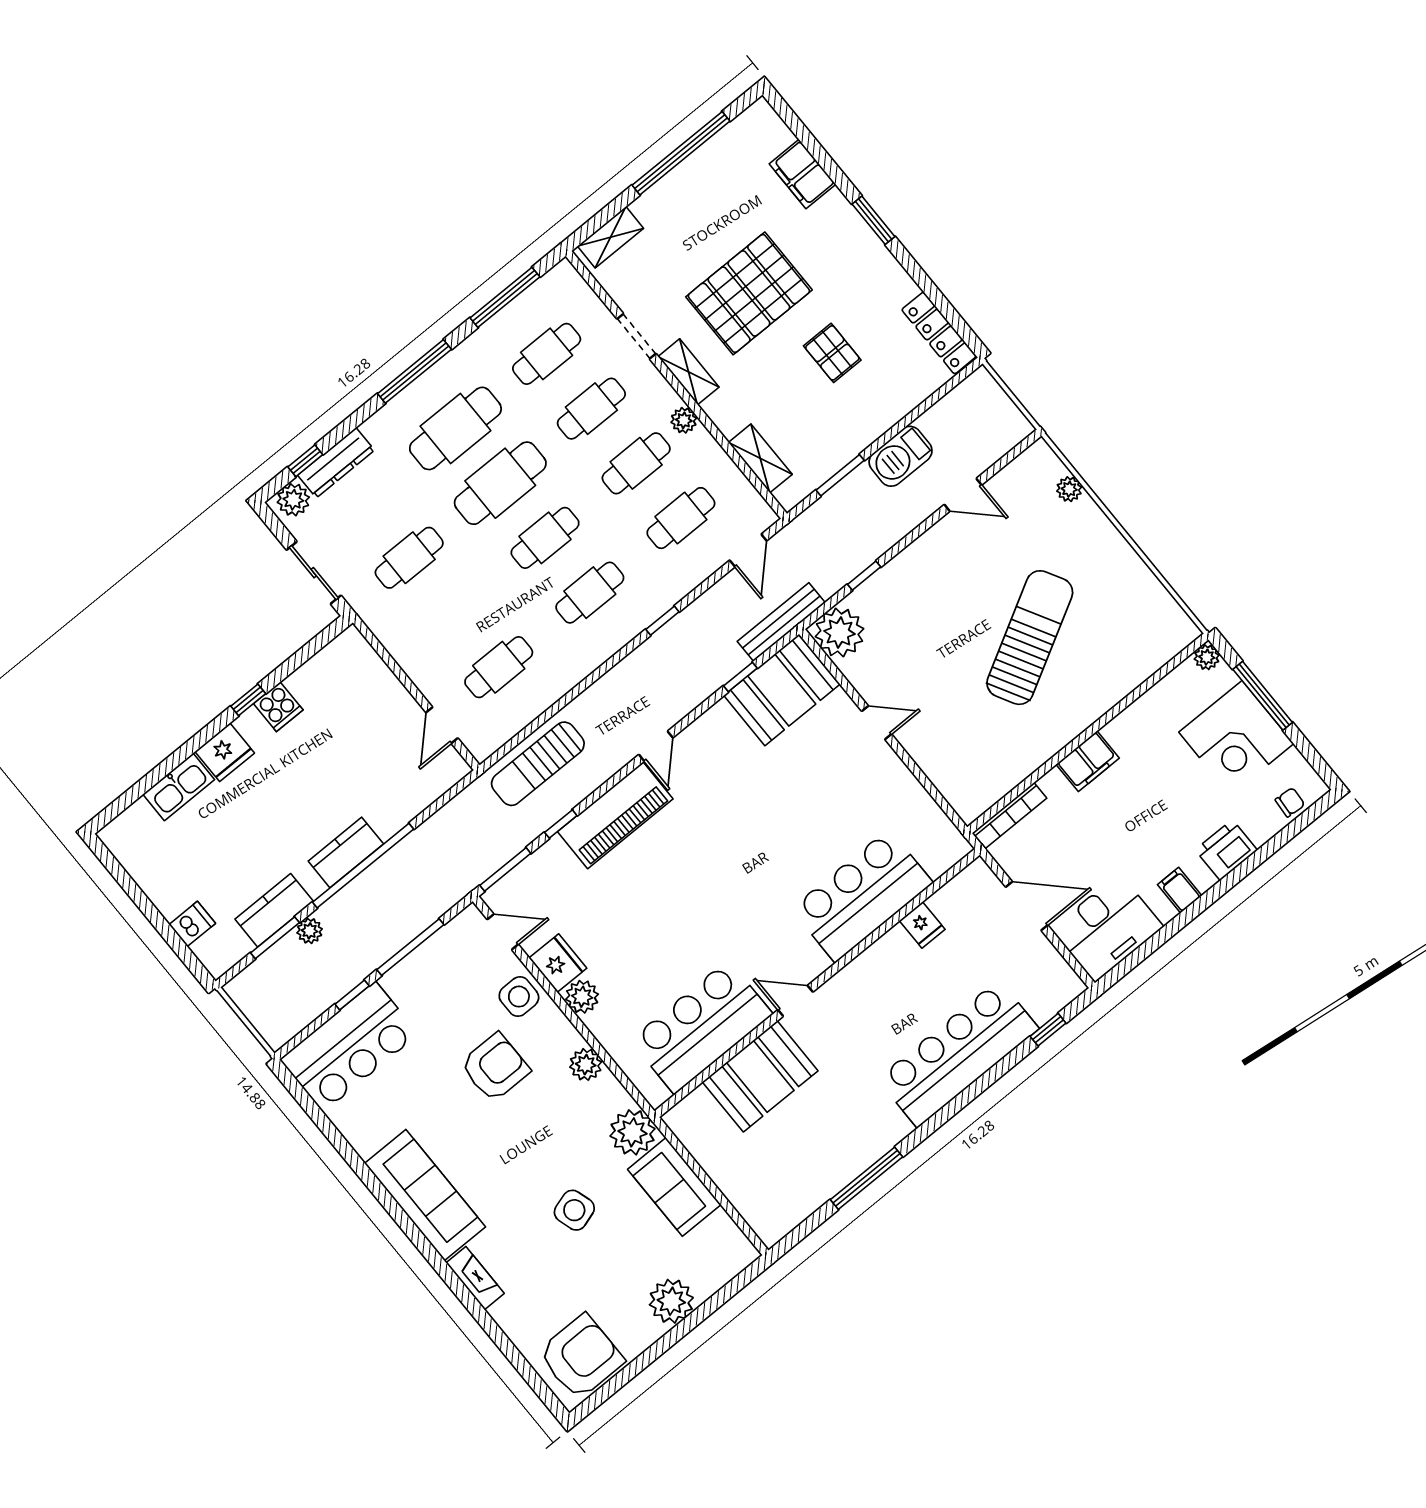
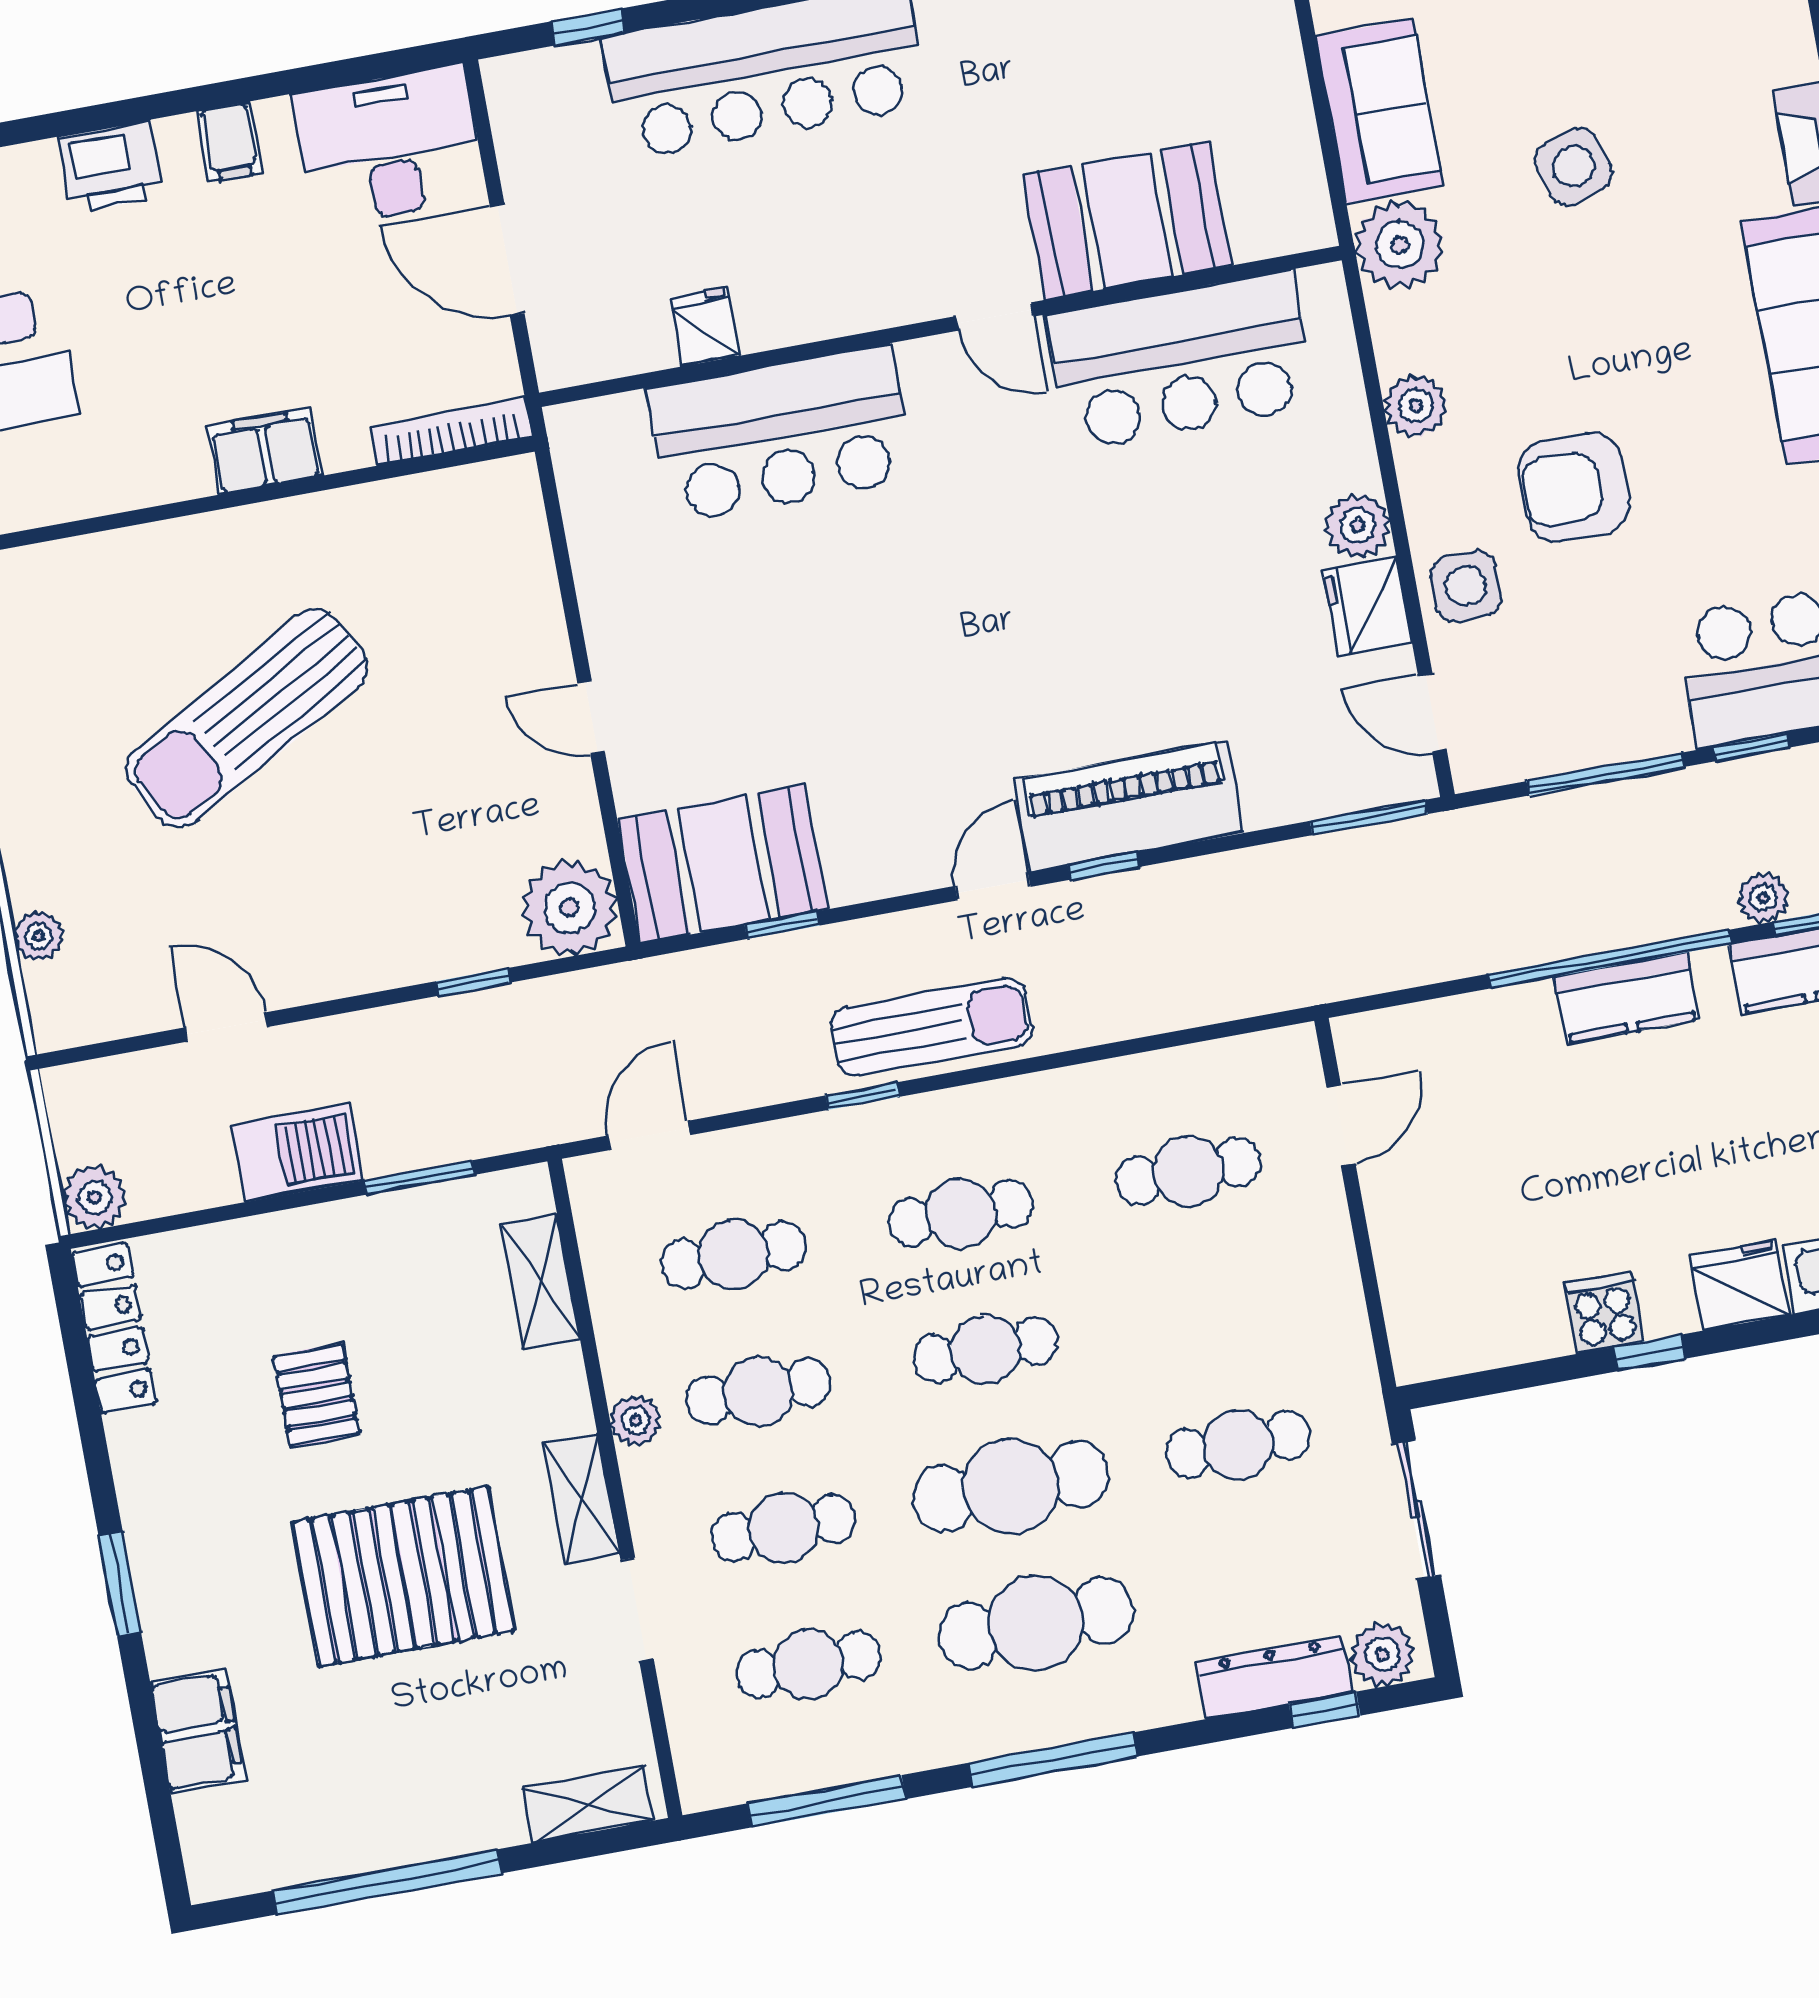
plant: (980, 386) -> (95, 1197), added
bench: (781, 622) -> (660, 981), removed
sun lounger: (538, 764) -> (932, 1027), moved
window: (561, 824) -> (1104, 866), moved

